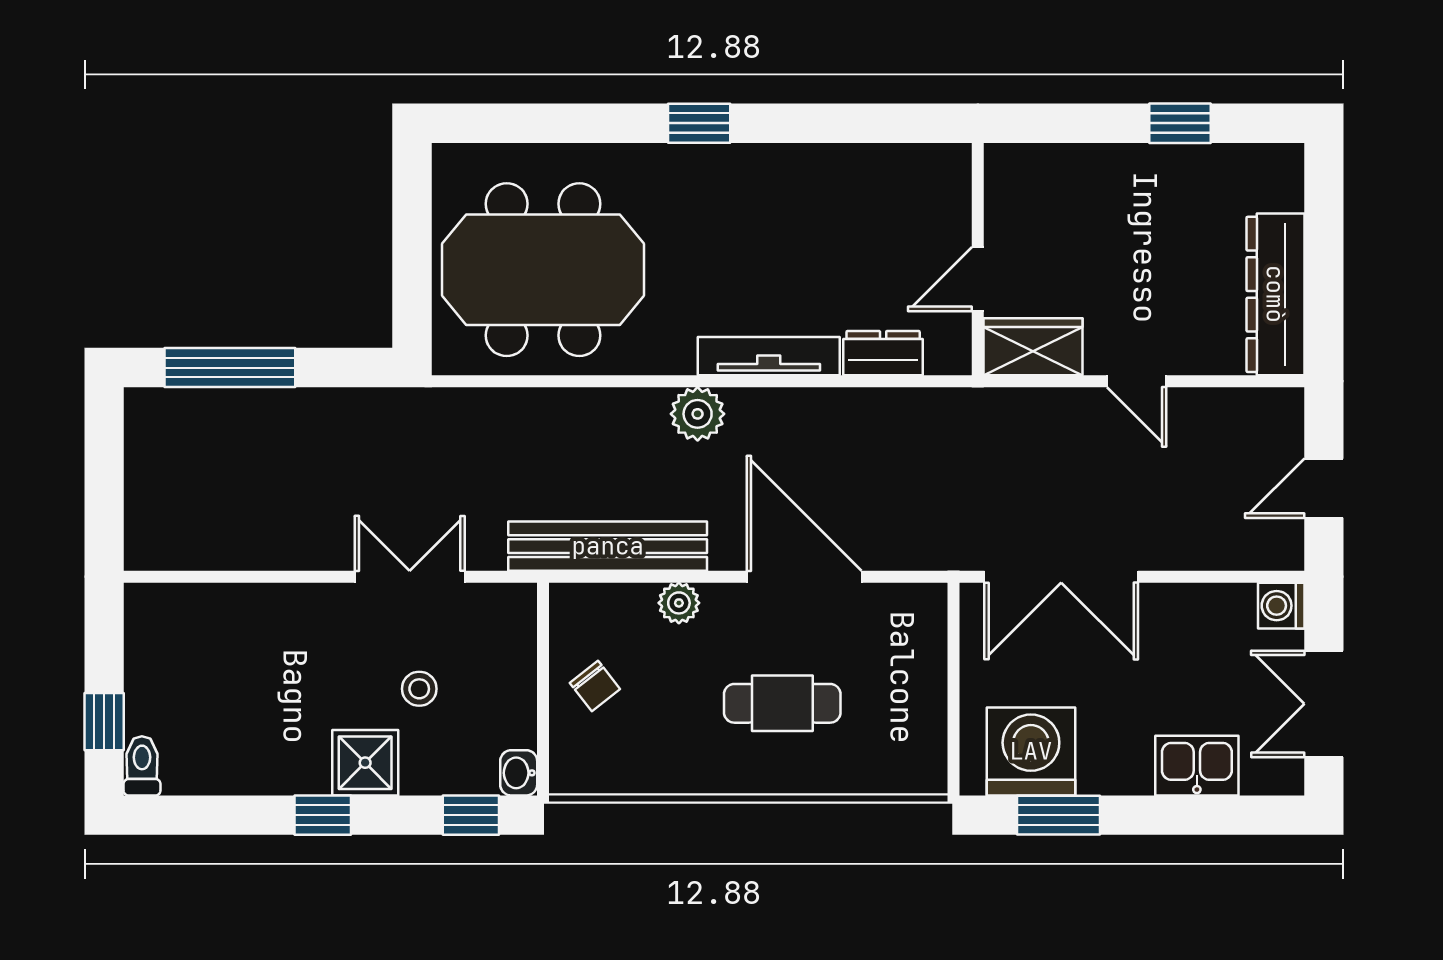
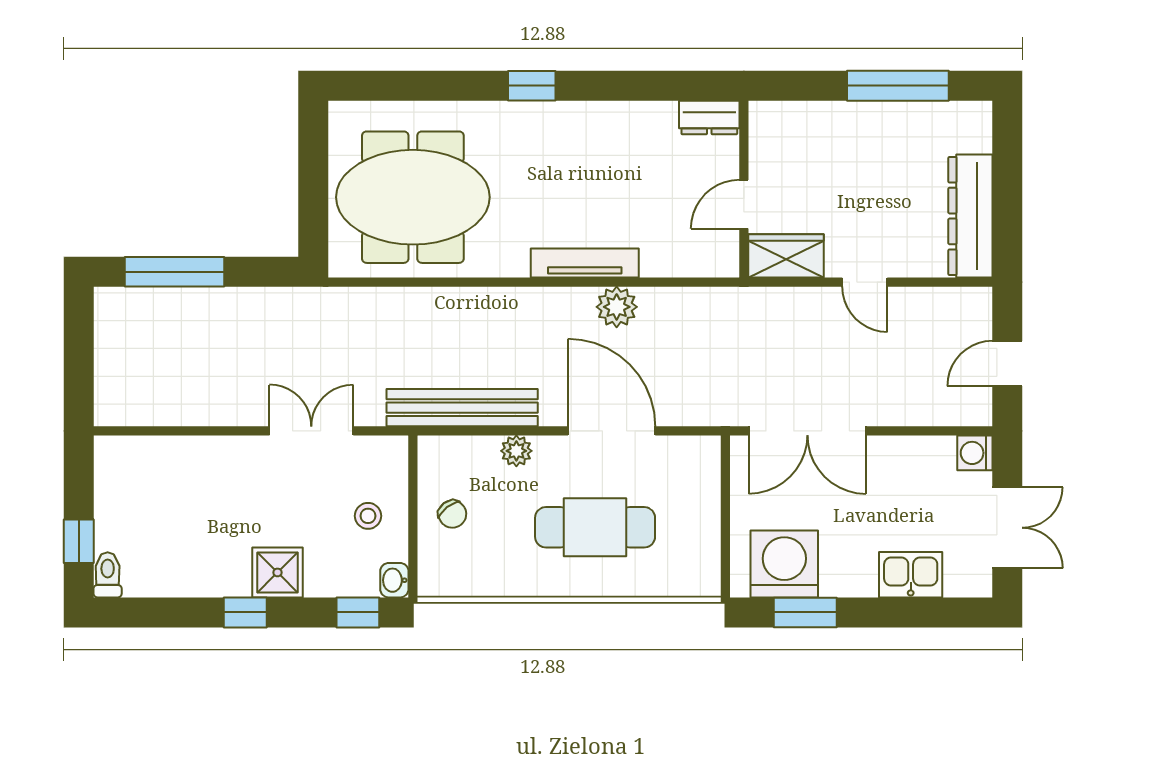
window: (1180, 123) -> (898, 86), width x2.17
dresser: (883, 353) -> (709, 117), moved, turned 180
plant: (698, 414) -> (617, 307), moved
stool: (419, 689) -> (368, 516), moved
cafe table: (782, 703) -> (595, 527), width x1.37, depth x1.35
double door: (1324, 704) -> (1007, 528), swing flipped

